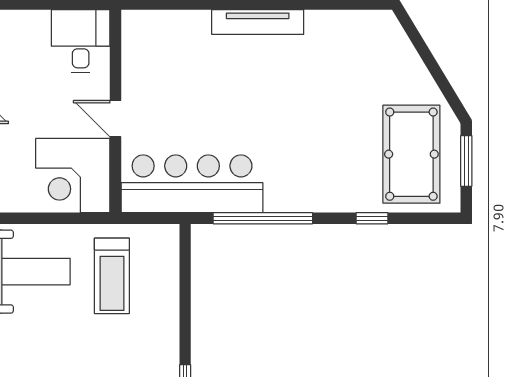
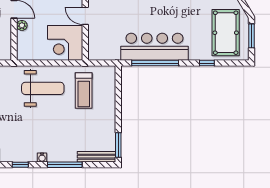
bar counter: (192, 184) -> (154, 47), moved

